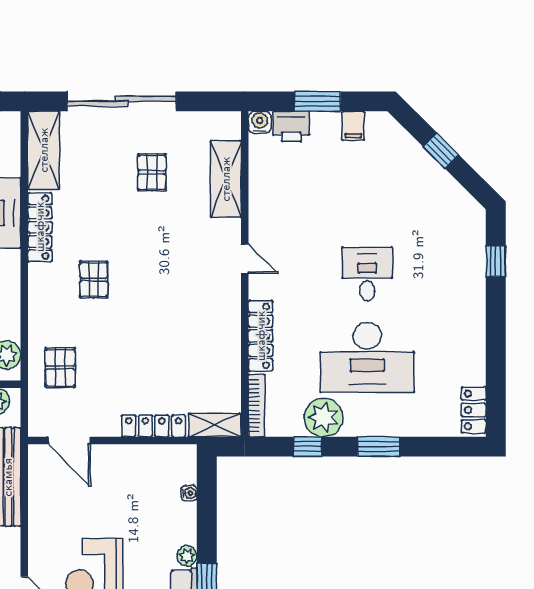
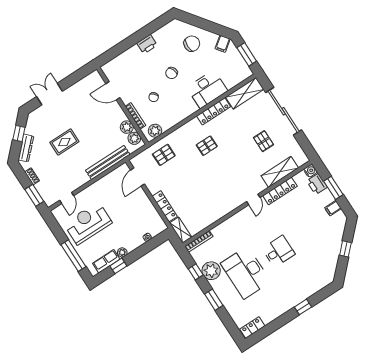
pallet: (152, 172) -> (263, 141), turned 90
window: (496, 261) -> (303, 307), moved
locker: (261, 336) -> (280, 191), moved

